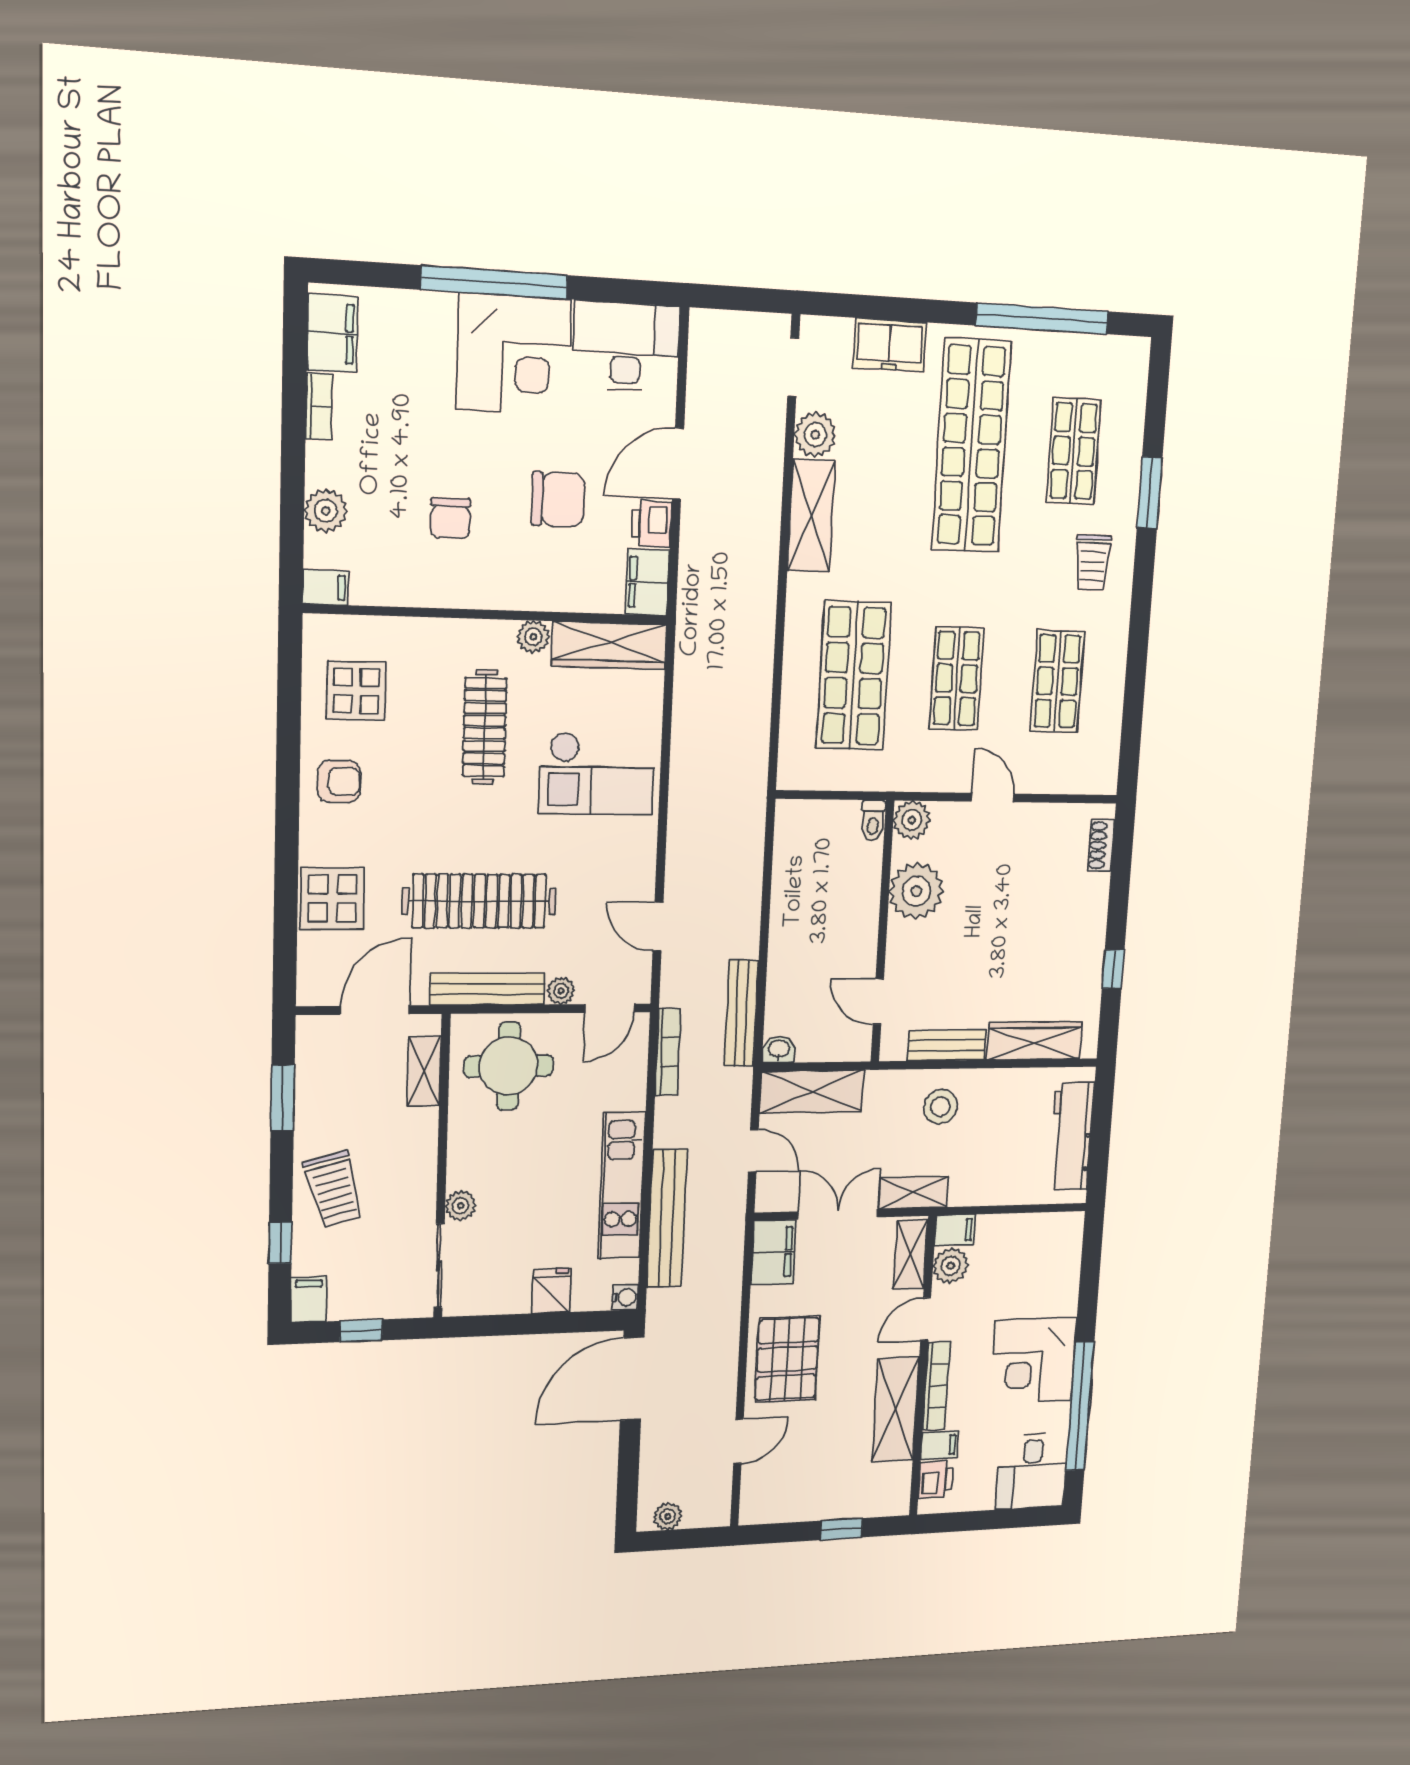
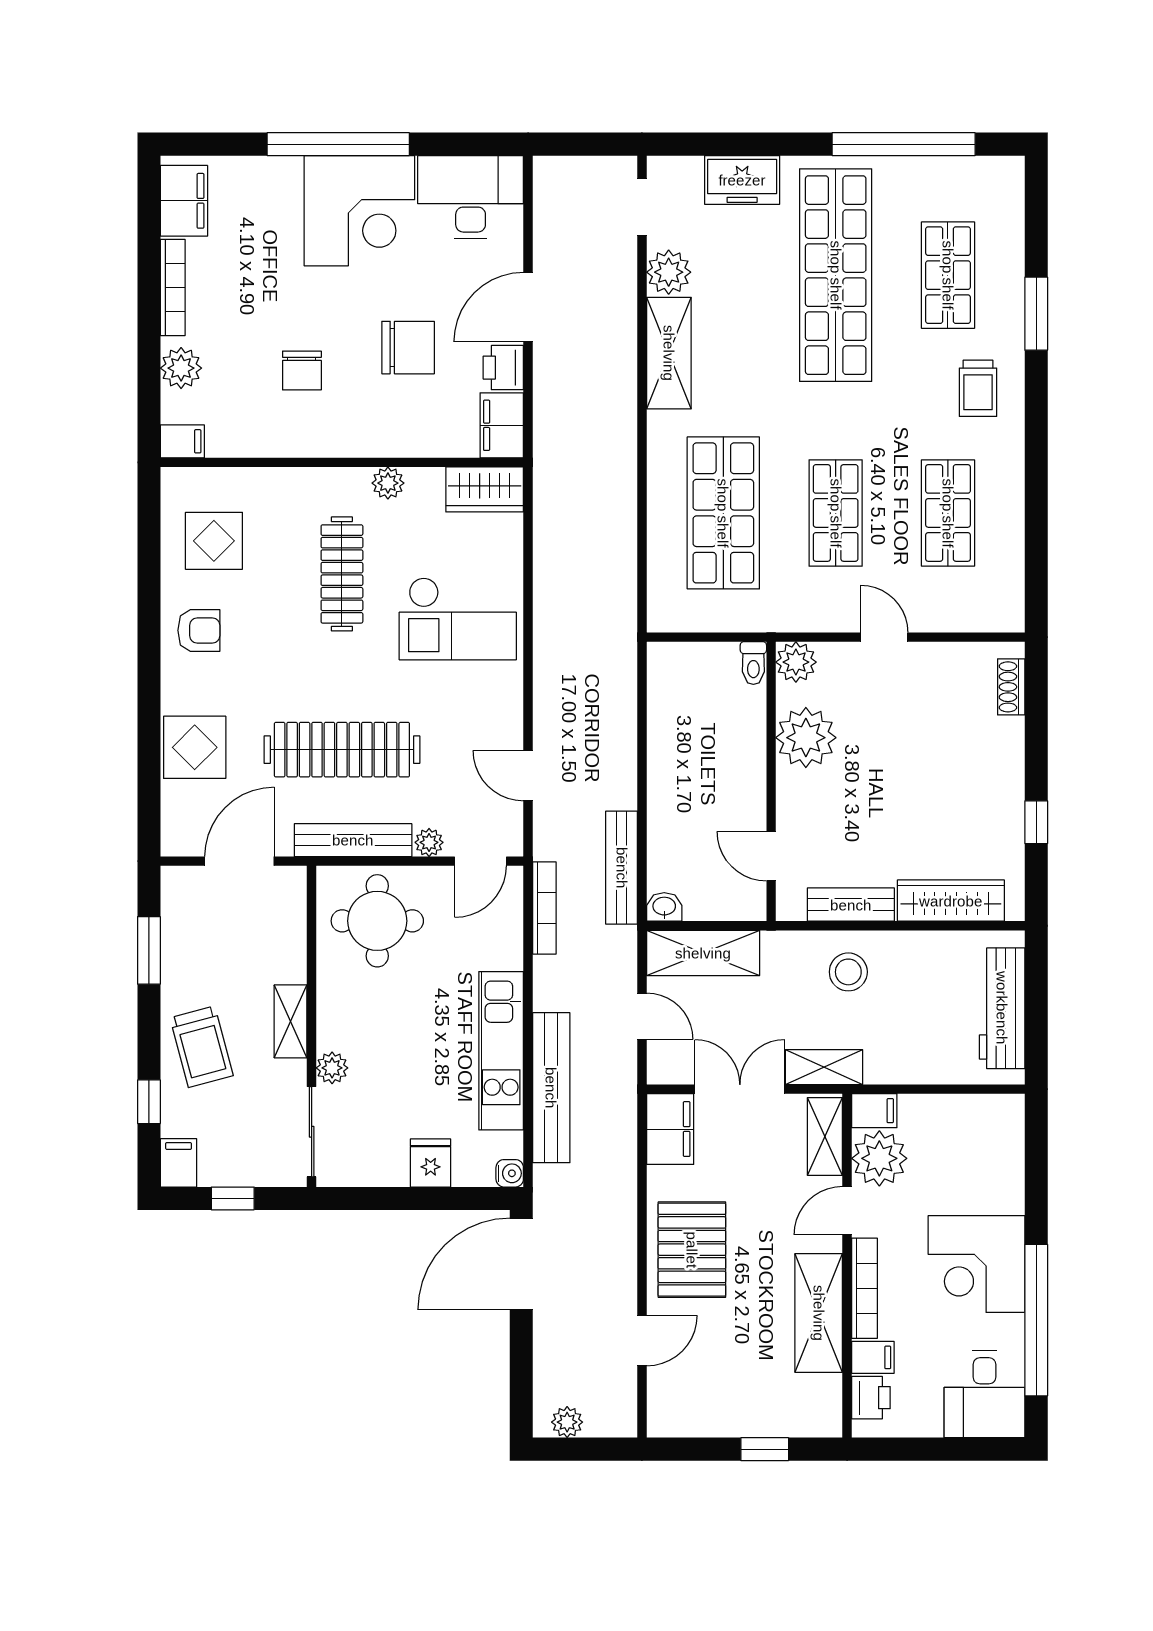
bookcase: (319, 407) -> (173, 287), width x1.56
wardrobe: (609, 646) -> (485, 489), width x0.67
shelving: (424, 1071) -> (291, 1021), moved
plant: (951, 1266) -> (879, 1158), width x1.36, depth x1.36

